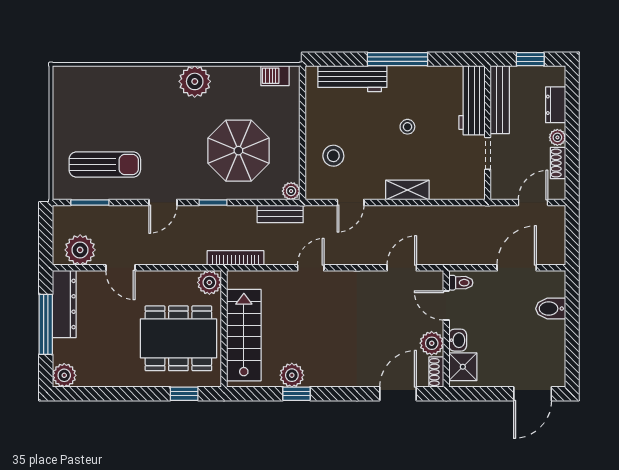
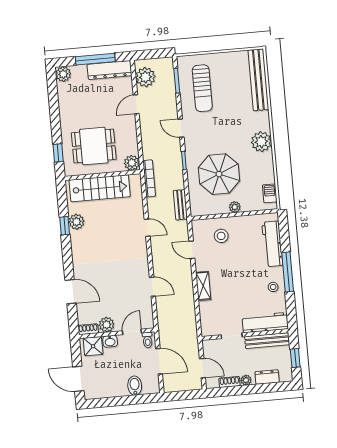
bench: (100, 77) -> (258, 80), added
stool: (407, 127) -> (273, 287), moved
plant: (291, 191) -> (235, 207), moved
toilet: (461, 283) -> (148, 340), moved
door: (446, 305) -> (132, 332), moved
wall: (446, 329) -> (117, 333), moved
dining table: (178, 338) -> (94, 146), width x0.73
washbasin: (458, 340) -> (110, 341), moved
plant: (432, 343) -> (107, 325), moved
shower: (463, 367) -> (93, 346), moved
shoe rack: (436, 372) -> (88, 329), moved

